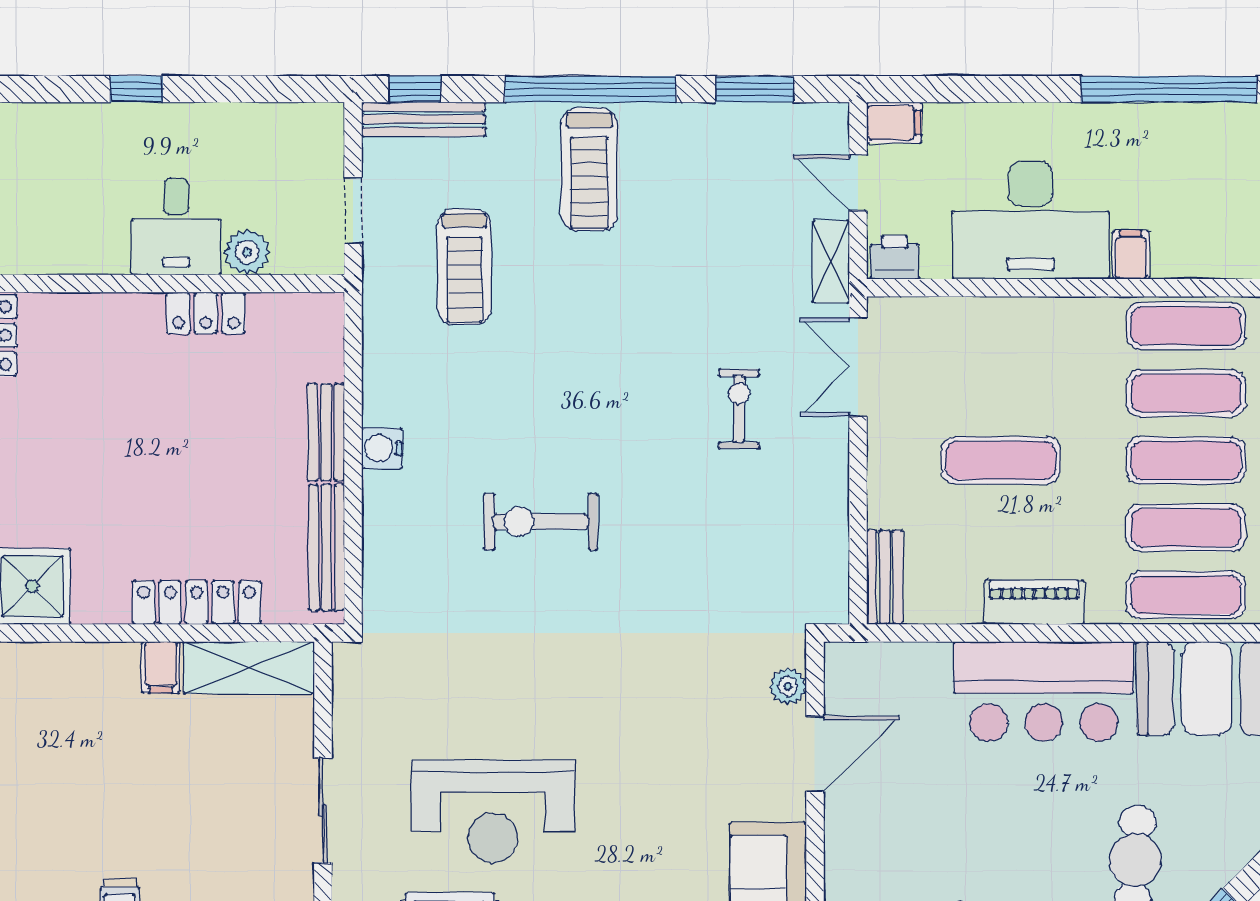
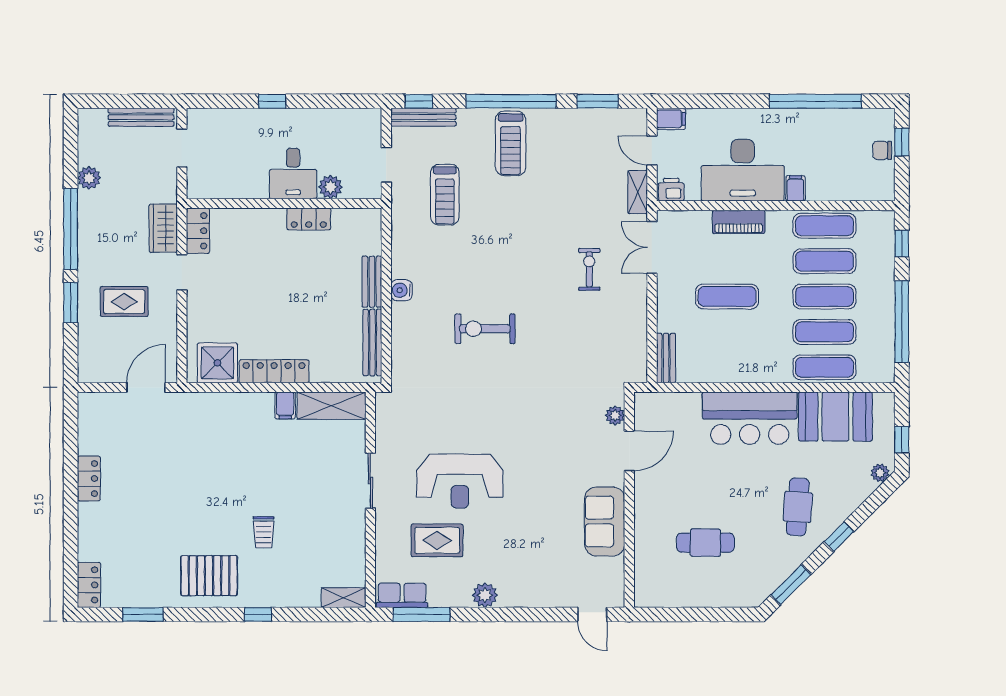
locker: (197, 602) -> (274, 371), moved
piano: (1034, 602) -> (739, 222), moved, turned 180

